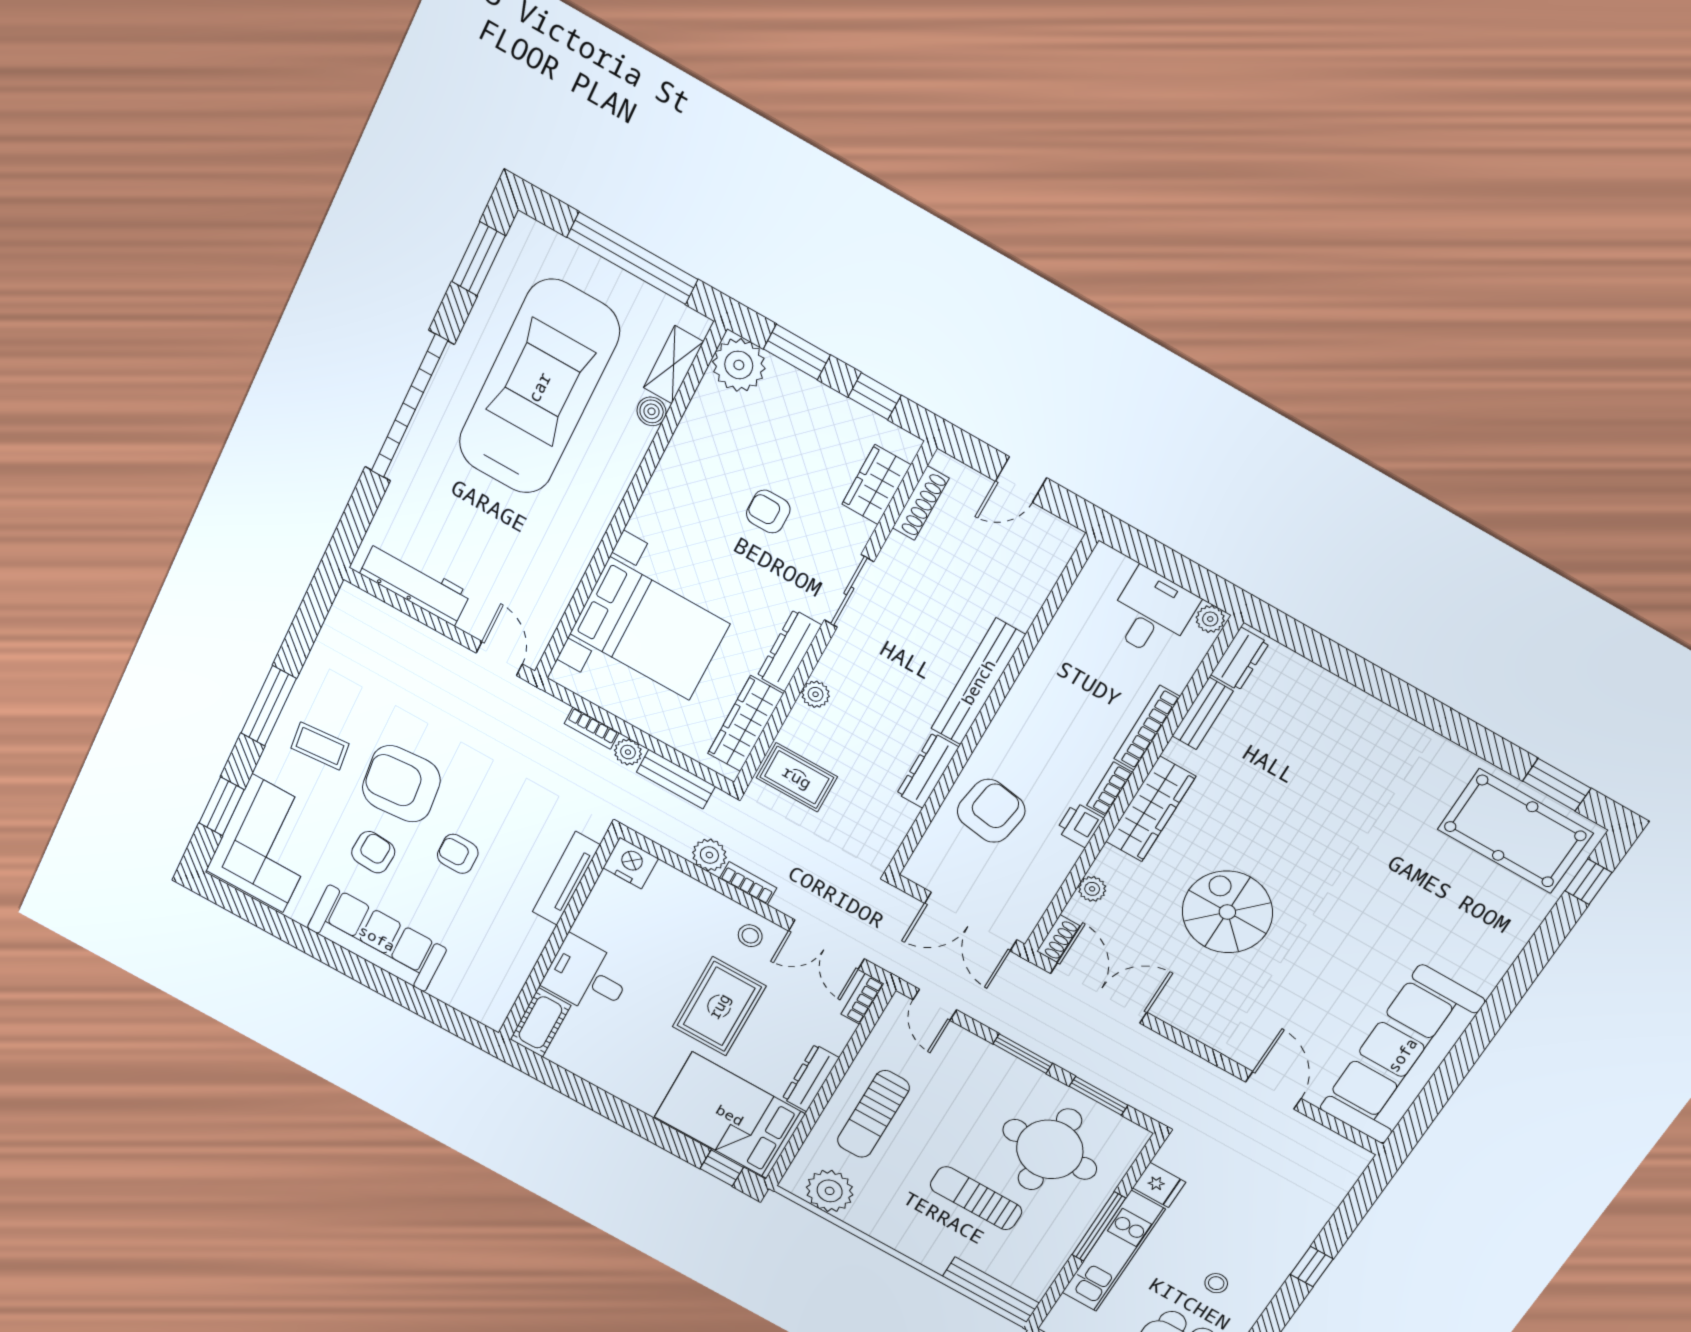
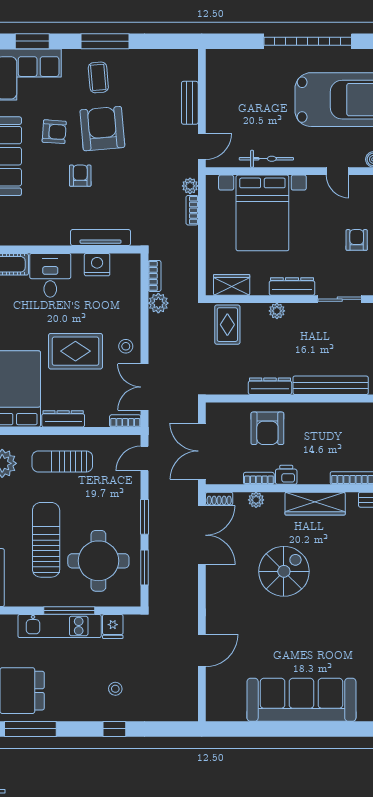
door: (642, 478) -> (338, 171), added
bicycle: (567, 575) -> (266, 159), added
workbench: (415, 583) -> (217, 86), removed
wardrobe: (745, 724) -> (232, 285), width x0.67
plant: (628, 752) -> (190, 186), moved
bench: (676, 779) -> (190, 103), moved
bookcase: (1110, 789) -> (259, 478), moved
armchair: (991, 811) -> (267, 428), turned 81
nightstand: (631, 863) -> (97, 265), moved, turned -90
bookcase: (748, 883) -> (155, 276), moved
sofa: (1402, 1055) -> (301, 700), moved
sun lounger: (976, 1198) -> (46, 540), width x1.36, depth x1.34
stool: (1216, 1283) -> (115, 689), moved

